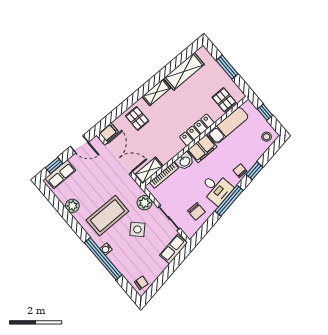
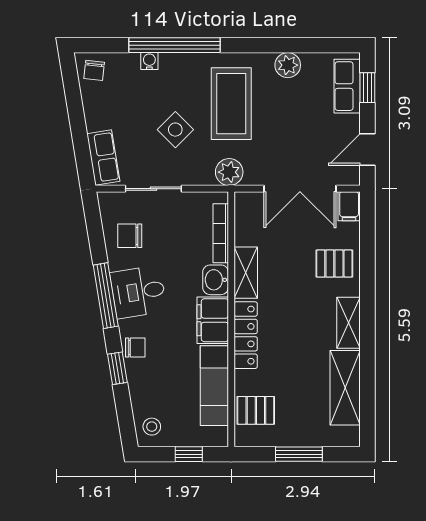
shelving: (149, 171) -> (246, 273), moved
plant: (144, 203) -> (229, 172), moved
water cooler: (106, 249) -> (149, 61), moved

